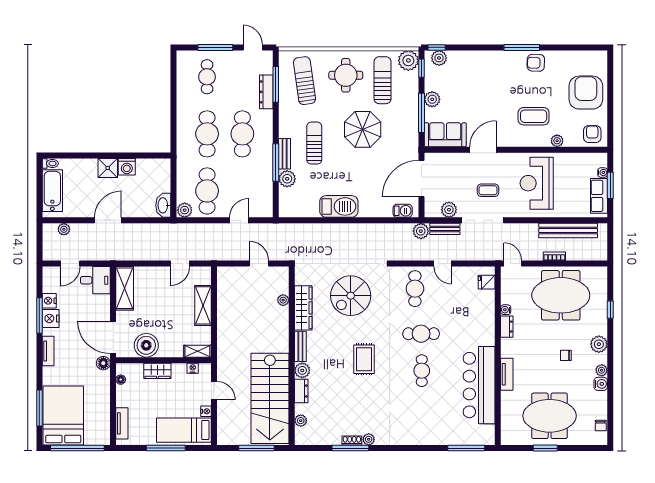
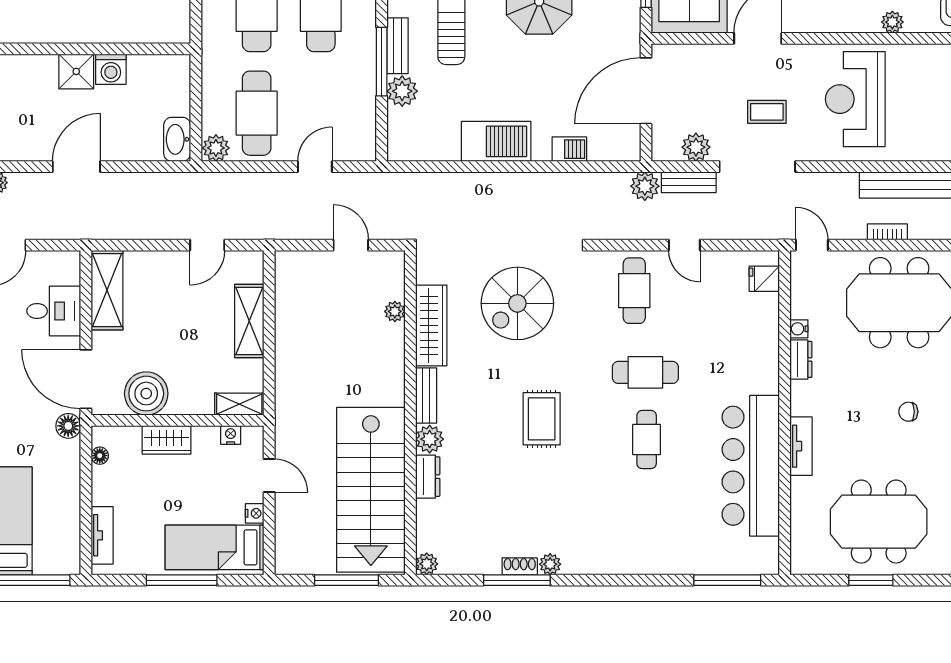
barbecue: (403, 211) -> (569, 149), moved
desk: (95, 280) -> (54, 311), moved
plant: (301, 421) -> (427, 564), moved

